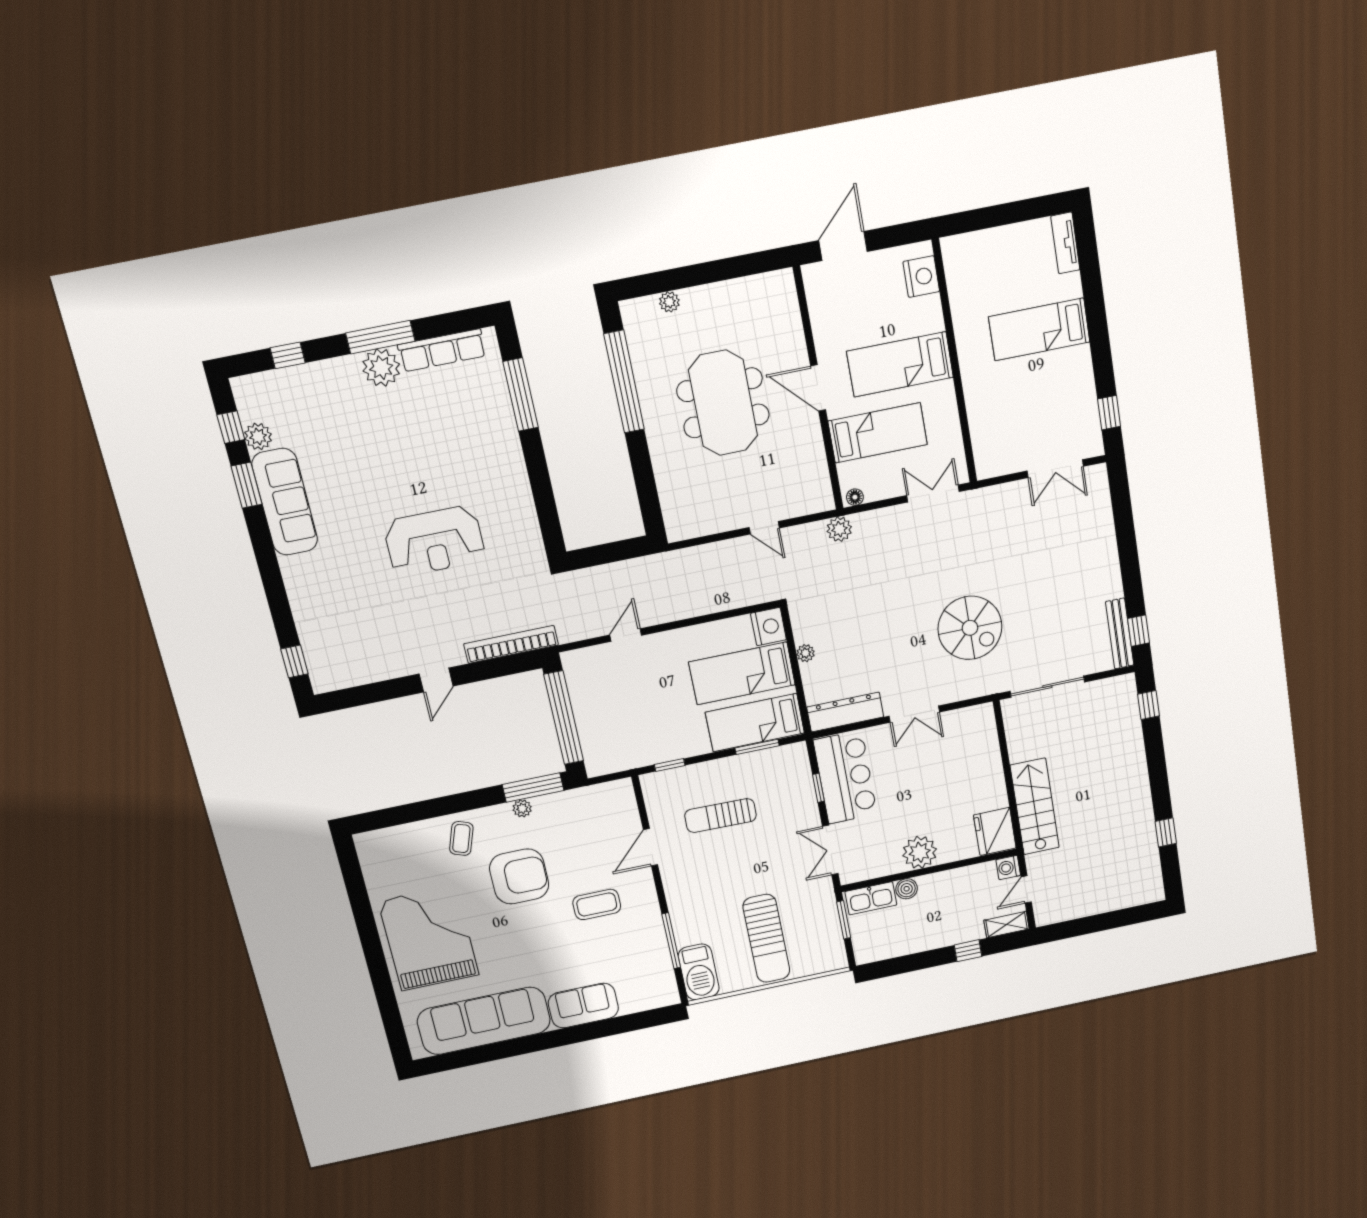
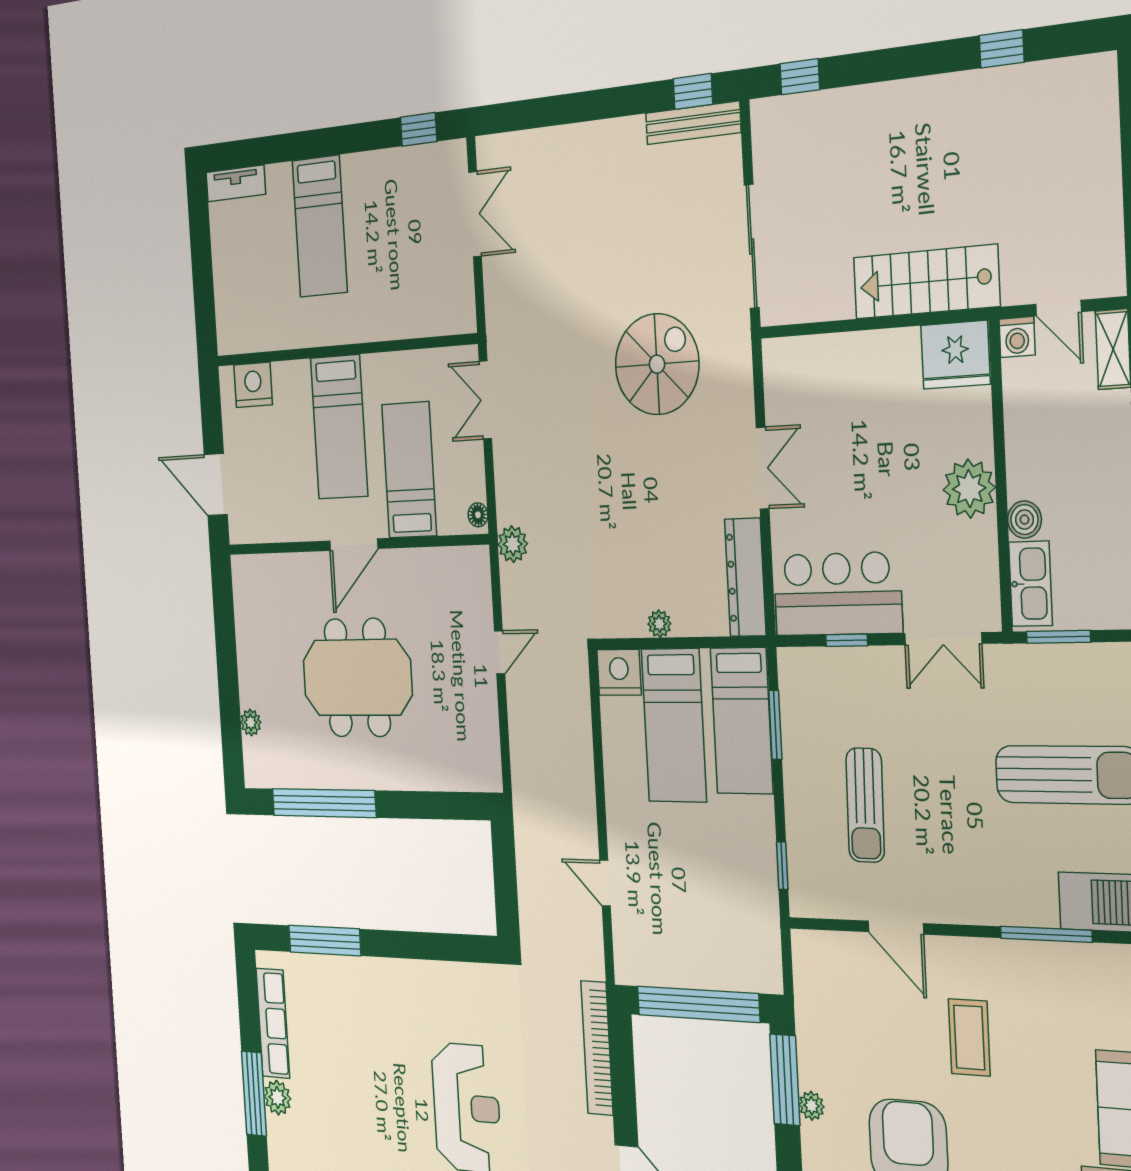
plant: (381, 368) -> (277, 1098), width x0.73, depth x0.73

